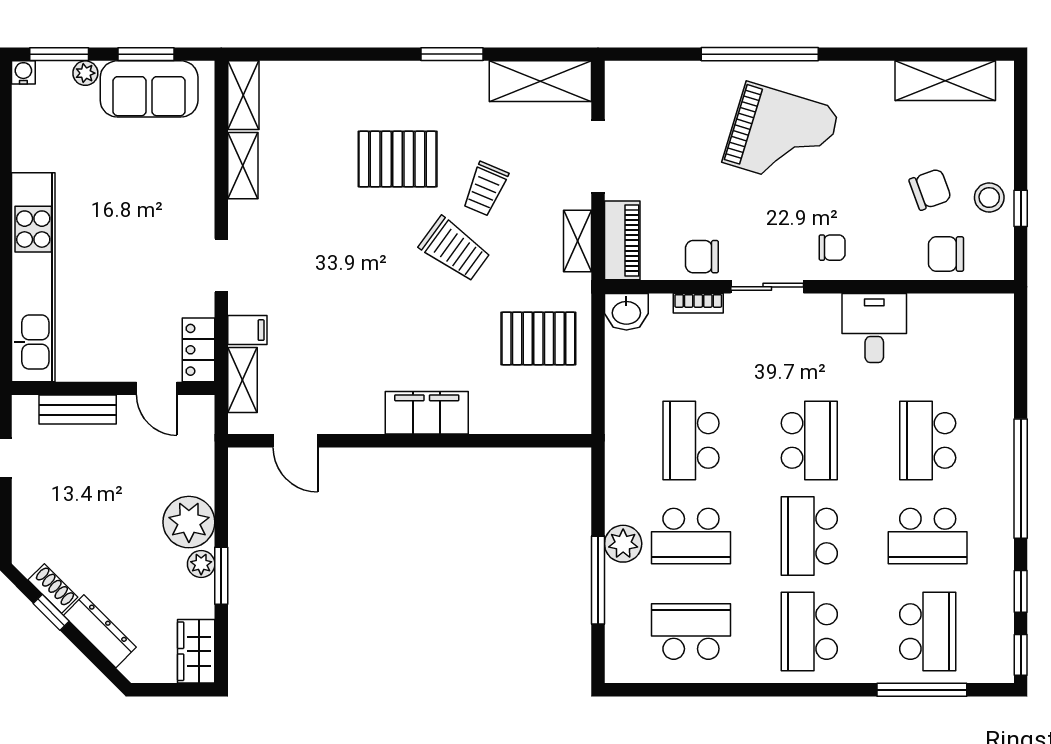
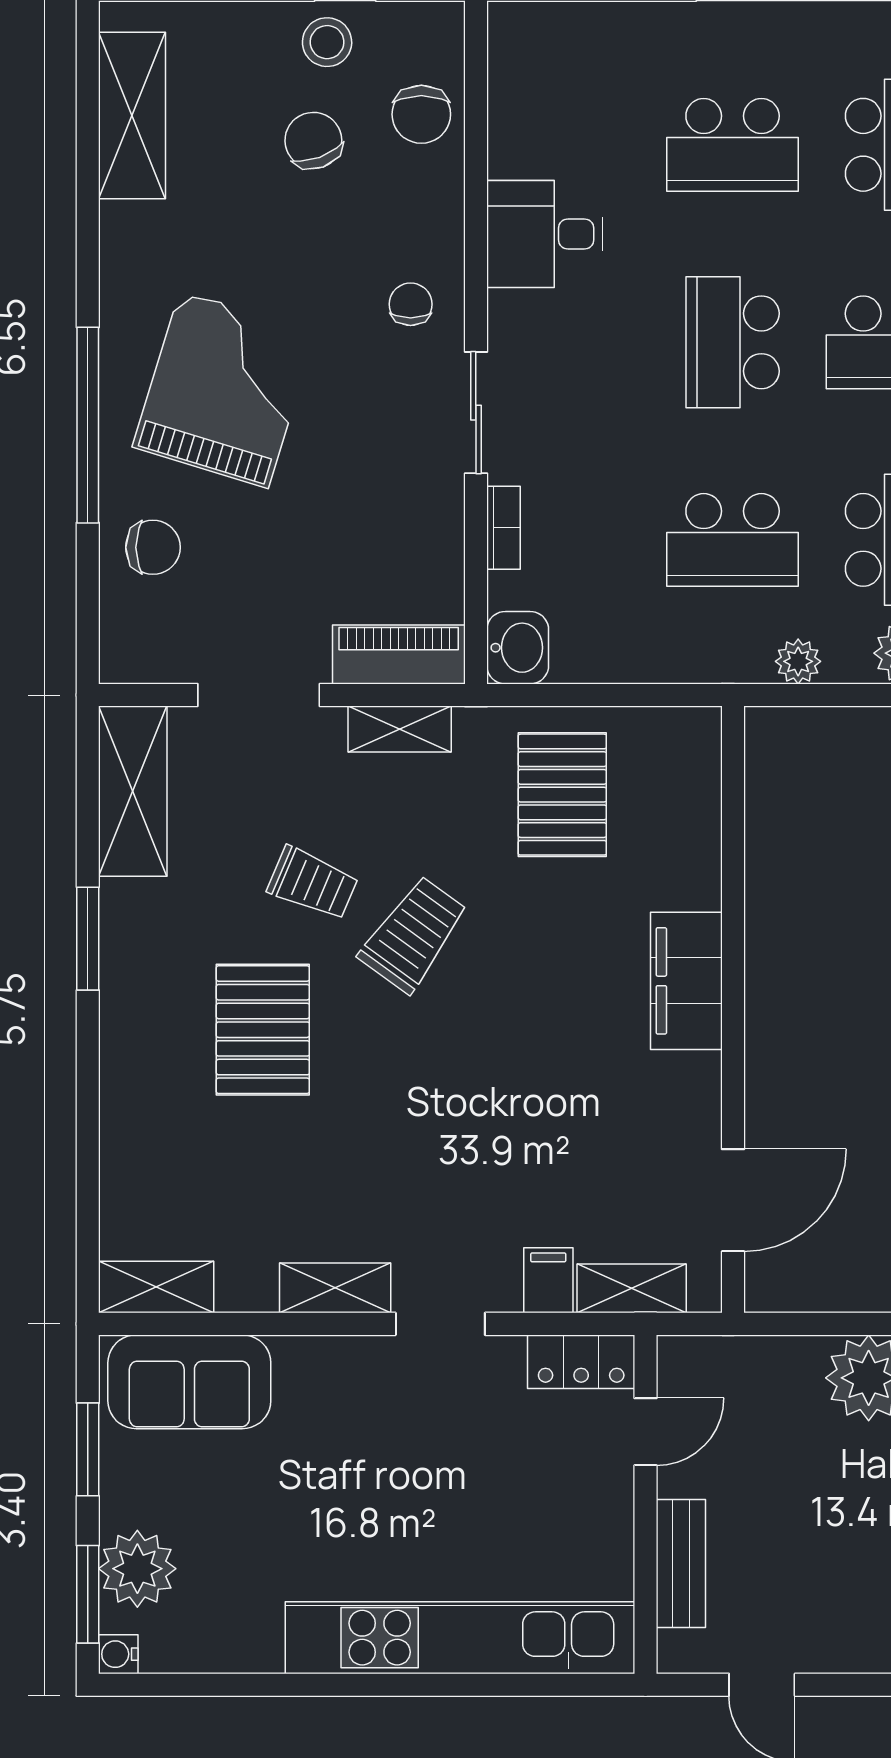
plant: (85, 73) -> (137, 1569), width x1.88, depth x1.88
sofa: (149, 89) -> (189, 1382), moved, turned 90
shelving: (243, 166) -> (335, 1288), moved
chair: (702, 257) -> (153, 547), moved, turned -90
school desk: (809, 440) -> (733, 342), turned -90
door: (295, 441) -> (733, 1200), width x1.38
plant: (618, 480) -> (798, 661), added

